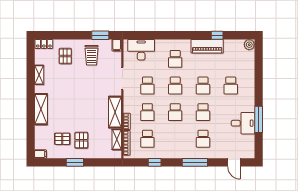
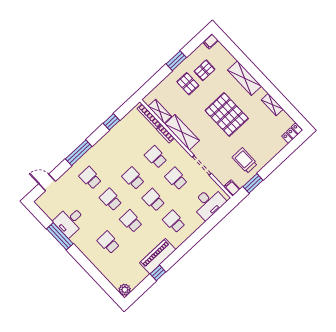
pallet: (65, 56) -> (227, 114), moved, width x2.05, depth x2.00
school desk: (147, 139) -> (135, 135), removed

